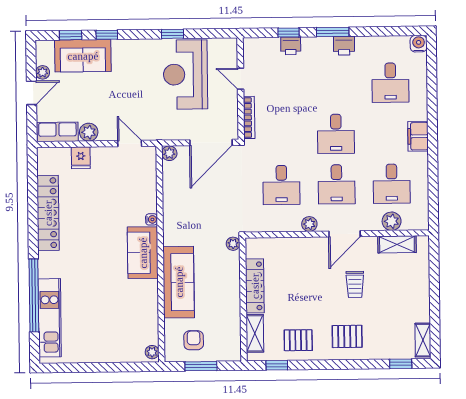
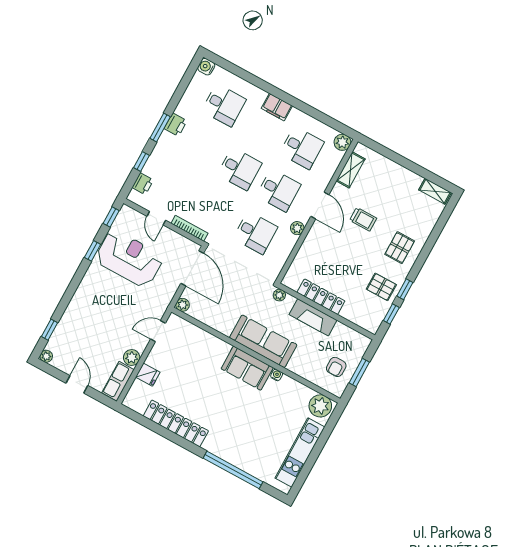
window: (107, 35) -> (111, 217), moved
printer: (291, 46) -> (143, 184), moved
sofa: (83, 56) -> (70, 329), removed
plant: (43, 72) -> (46, 356), moved
reception desk: (185, 74) -> (129, 258), turned 180
door: (240, 79) -> (156, 218), hinge flipped
water cooler: (151, 219) -> (277, 375), moved
plant: (392, 221) -> (342, 142), moved
sofa: (179, 282) -> (263, 341), moved
fireplace: (230, 290) -> (313, 317), added
kitchen unit: (50, 318) -> (300, 452), moved, turned -90
shelving: (255, 333) -> (357, 317), removed
armchair: (194, 340) -> (336, 367), turned -90
pallet: (298, 340) -> (381, 287), turned 90
plant: (152, 352) -> (320, 406), width x1.87, depth x1.87
window: (401, 364) -> (405, 289), moved

